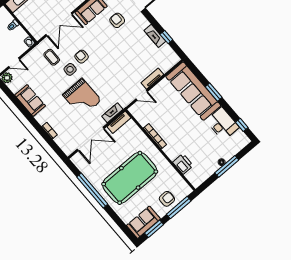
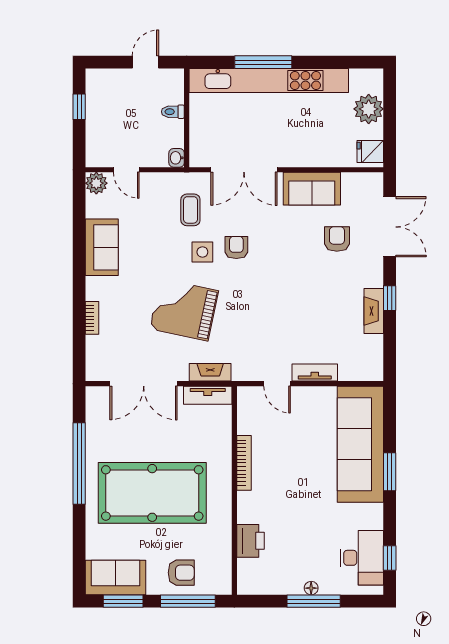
window: (166, 37) -> (390, 298), moved
grand piano: (82, 97) -> (184, 310), turned 102
desk: (222, 124) -> (362, 558), moved

